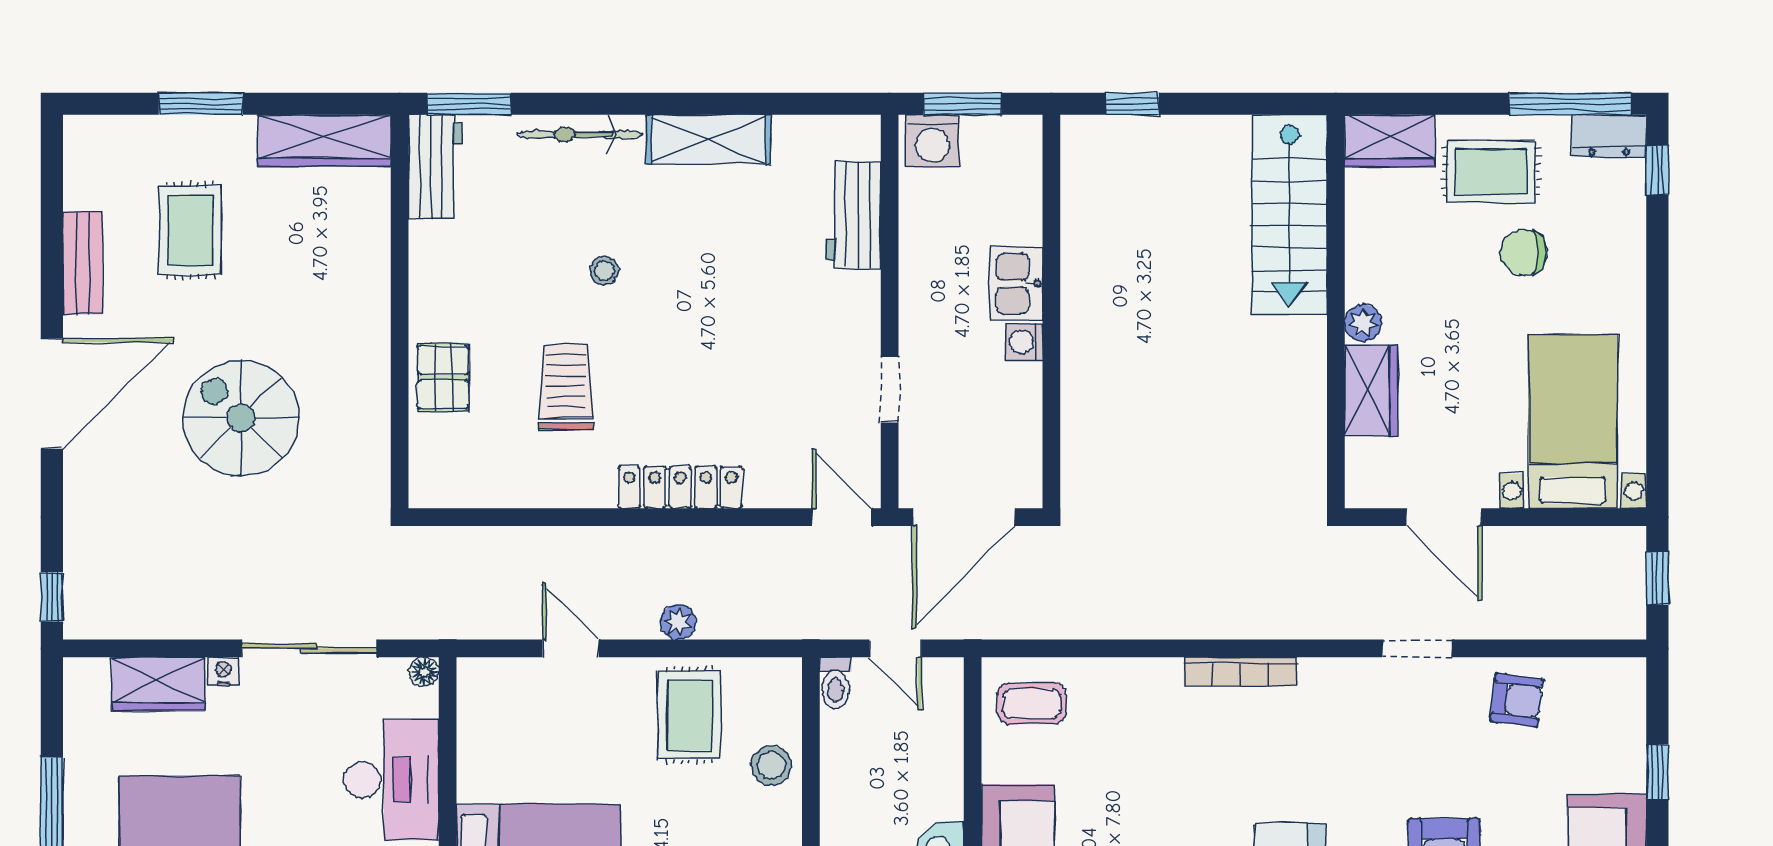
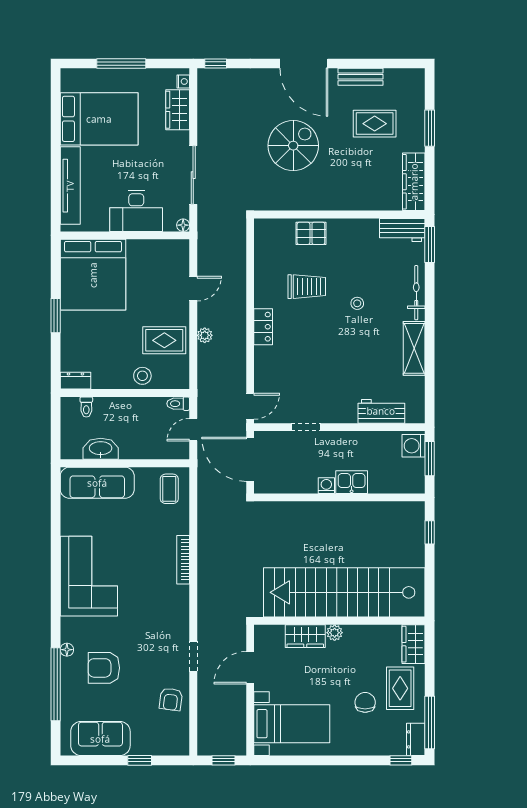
stairs: (1289, 215) -> (344, 592), width x1.86, depth x1.51
locker: (680, 487) -> (263, 327), width x0.66
nightstand: (223, 671) -> (183, 81), moved
bookcase: (1240, 672) -> (183, 560), moved

